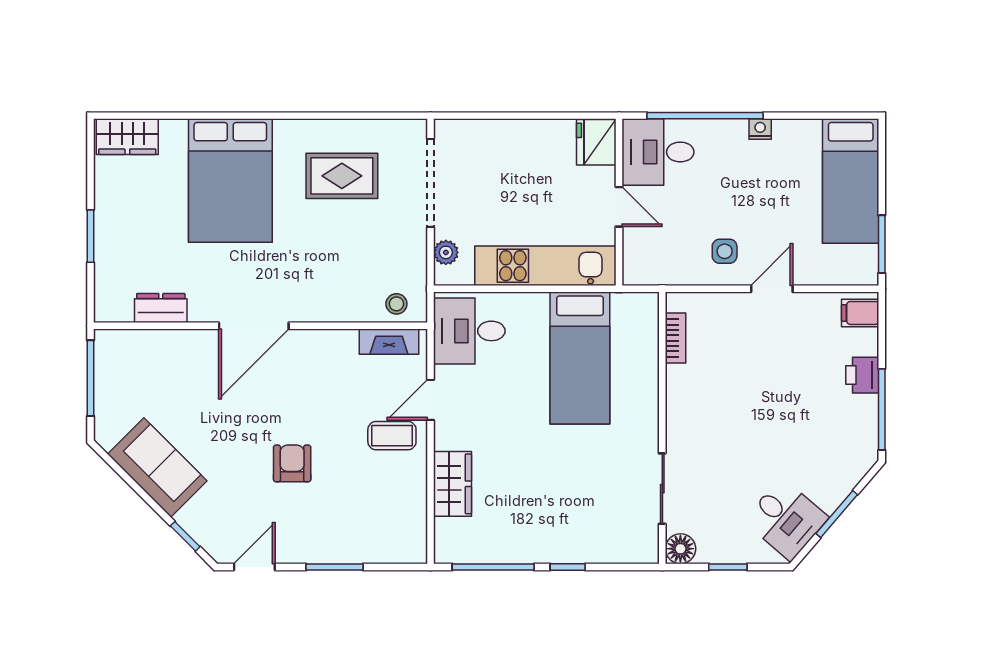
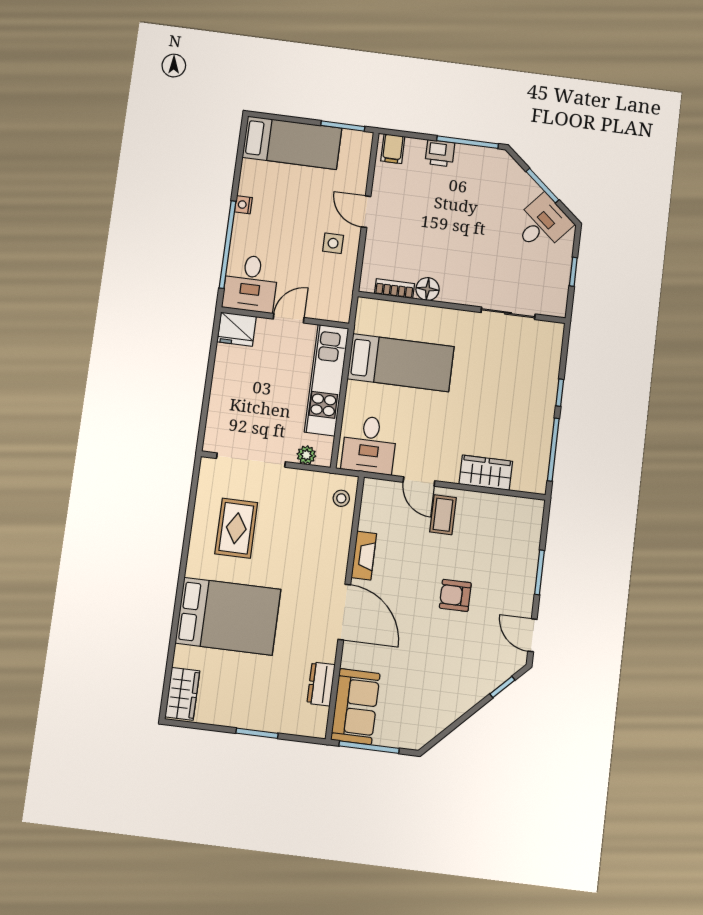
fireplace: (389, 342) -> (364, 556), moved
sofa: (157, 468) -> (355, 707), moved, turned 135
floor lamp: (680, 549) -> (428, 289), moved

